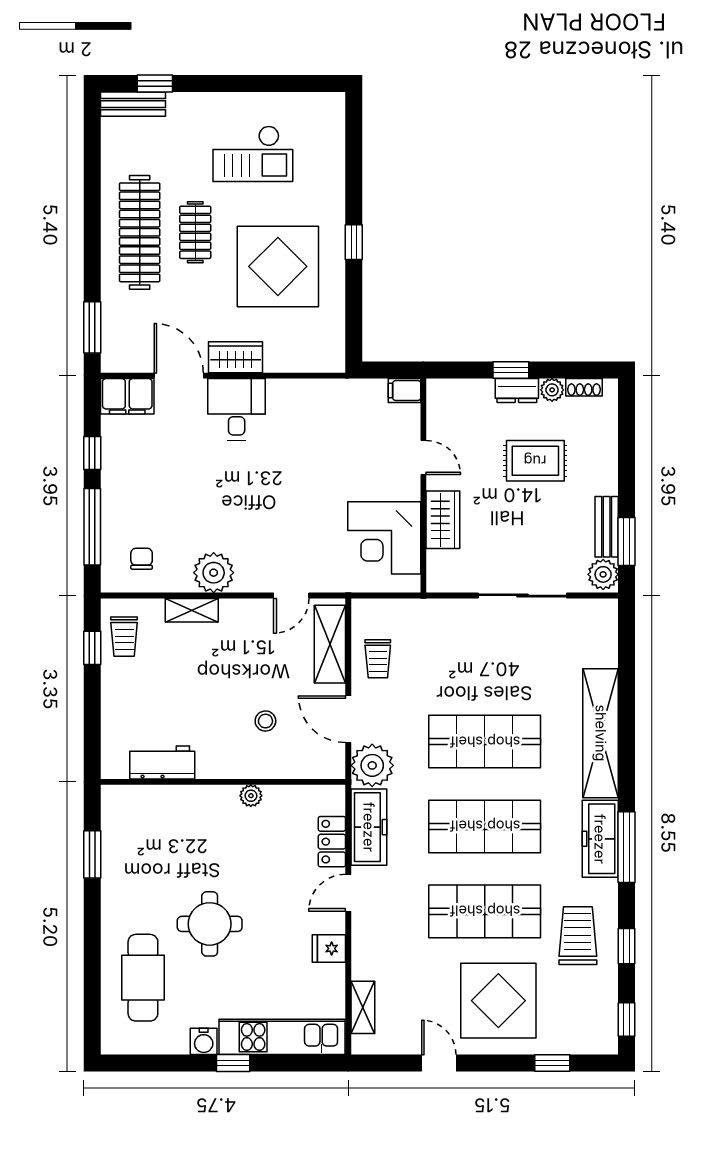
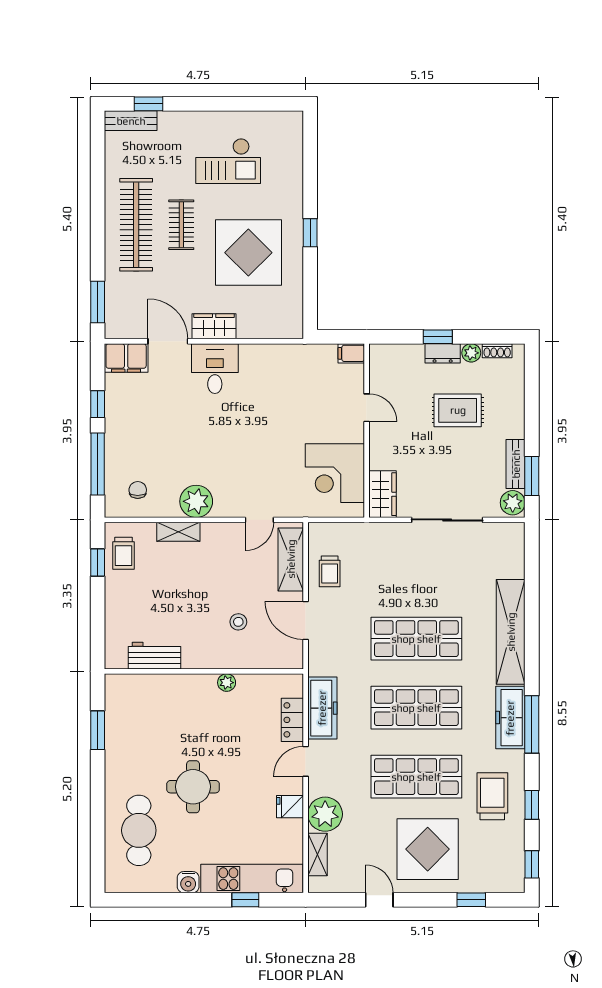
wardrobe: (443, 520) -> (383, 494), moved
plant: (372, 765) -> (325, 814), moved
window: (233, 1063) -> (245, 900), moved

